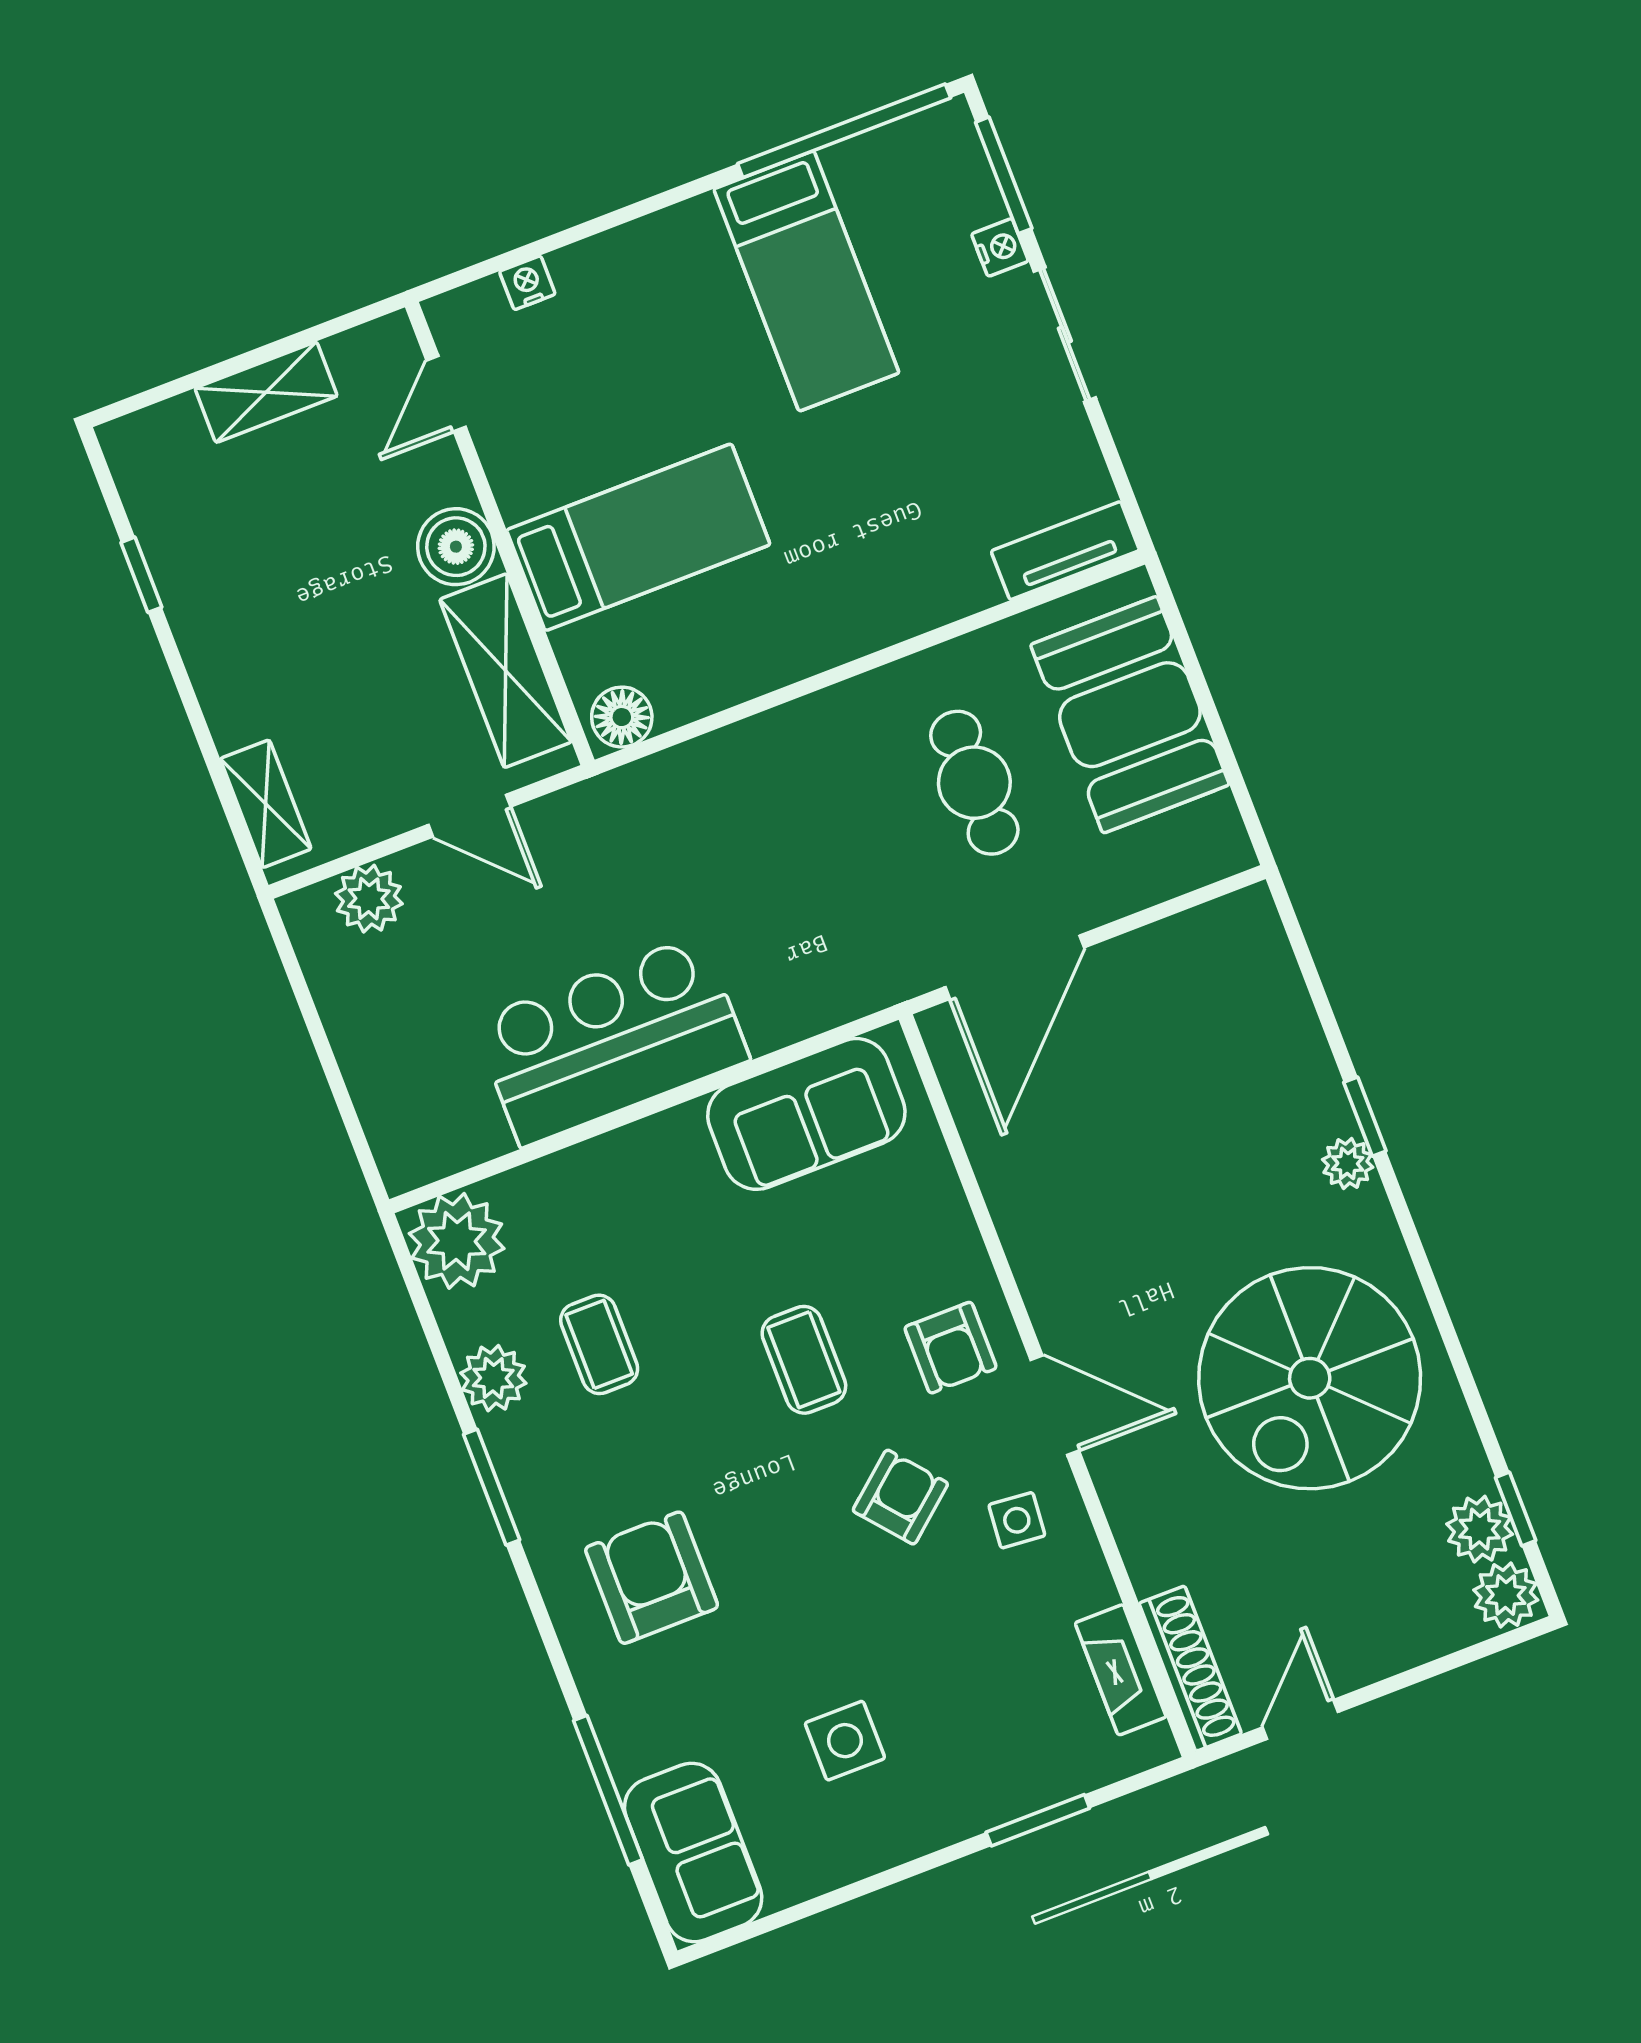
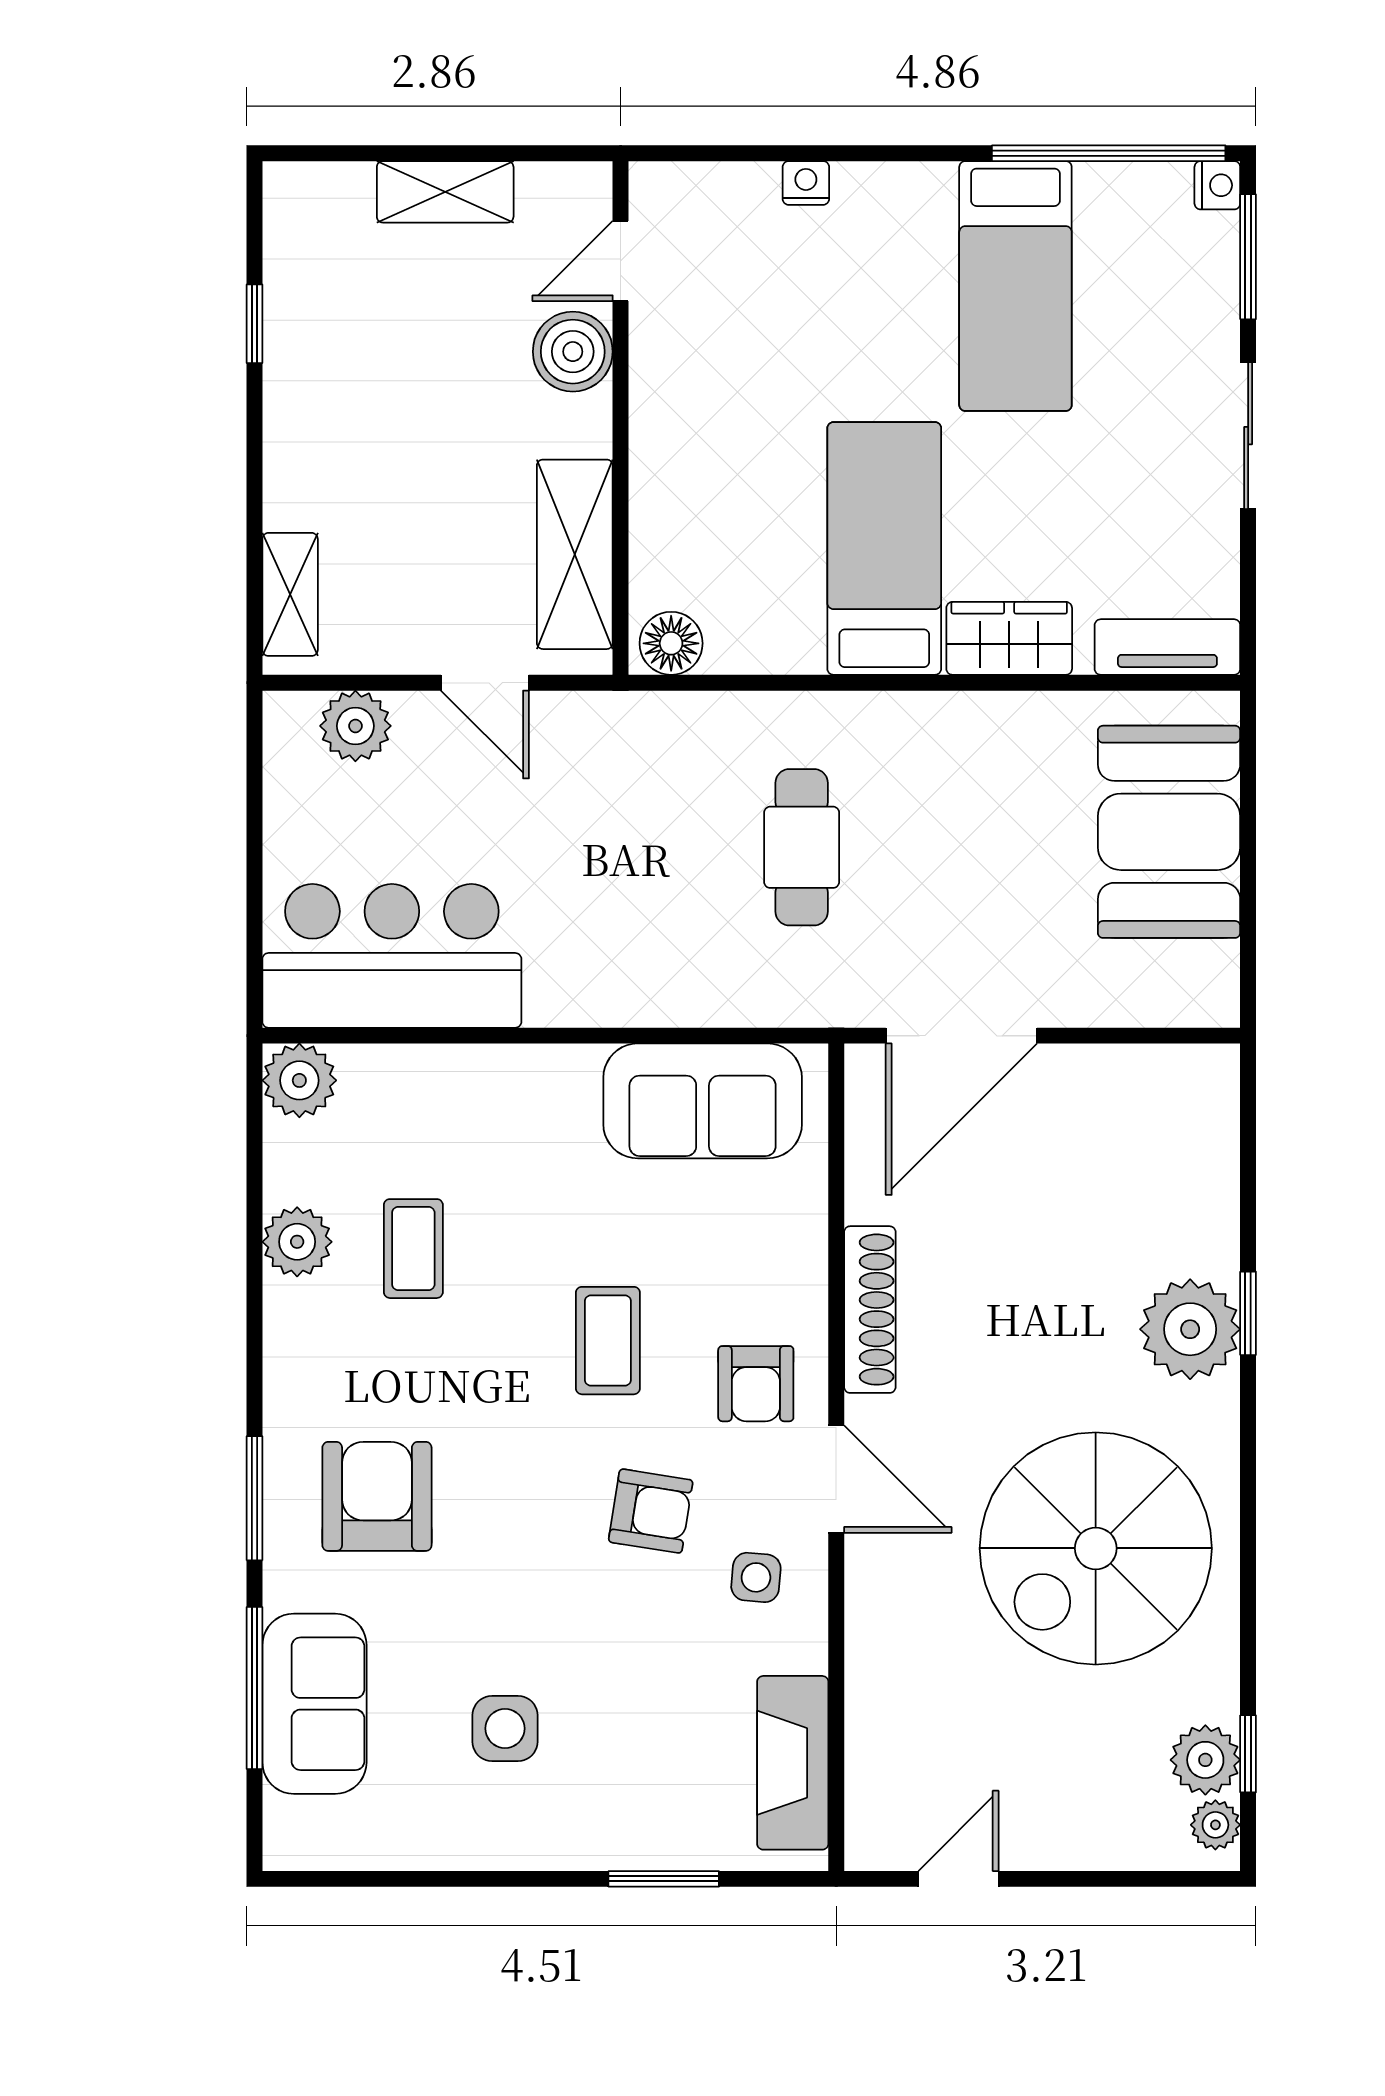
nightstand: (1000, 247) -> (1217, 185), moved
nightstand: (527, 283) -> (806, 183), moved
bed: (638, 537) -> (884, 548), moved, turned -90
boiler: (456, 547) -> (573, 352), moved
wardrobe: (921, 597) -> (1009, 638), added
cafe table: (974, 783) -> (802, 847), moved
bar counter: (611, 1041) -> (392, 956), moved
plant: (1348, 1163) -> (1190, 1329), width x1.88, depth x1.88
plant: (457, 1241) -> (299, 1080), width x0.73, depth x0.73
window: (492, 1487) -> (255, 1498), moved
armchair: (900, 1497) -> (651, 1511), turned 49
plant: (1506, 1595) -> (1215, 1825), width x0.73, depth x0.73
shoe rack: (1190, 1669) -> (870, 1310), moved
fireplace: (1121, 1670) -> (793, 1763), width x1.37, depth x1.32
sofa: (693, 1853) -> (314, 1704), moved

